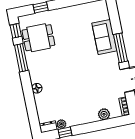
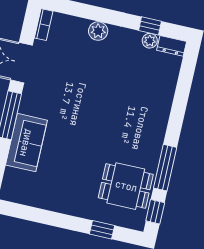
floor lamp: (37, 88) -> (162, 111), removed
plant: (104, 114) -> (98, 31), moved

